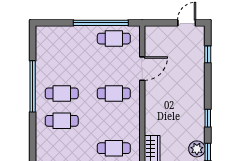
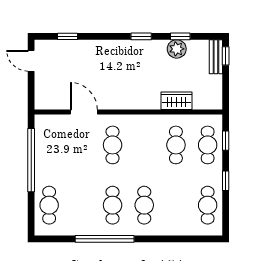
cafe table: (114, 39) -> (49, 205), moved

